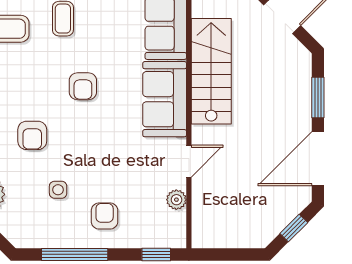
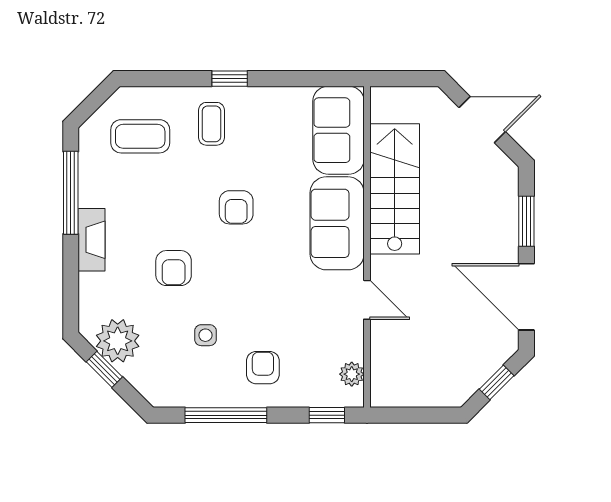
door: (318, 159) -> (526, 297), hinge flipped
door: (189, 161) -> (367, 300), hinge flipped
plant: (176, 200) -> (352, 374), moved

